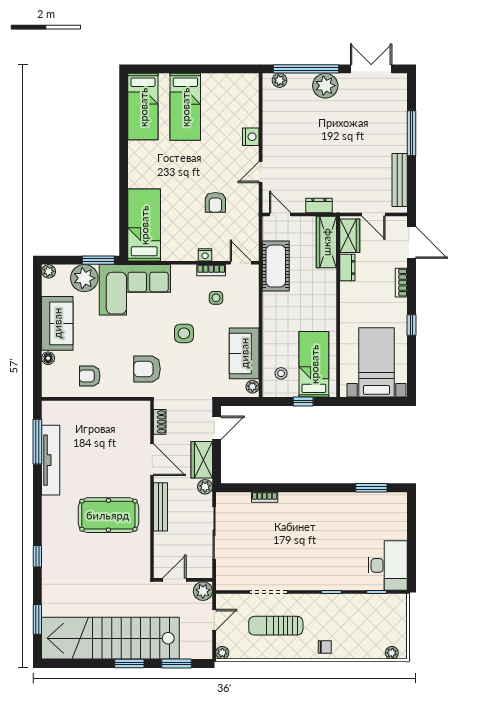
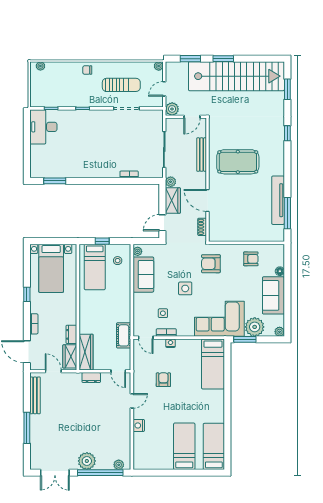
cot: (276, 266) -> (124, 335), width x0.73, depth x0.75
armchair: (147, 369) -> (211, 264), turned 180
bench: (161, 507) -> (202, 155), moved

